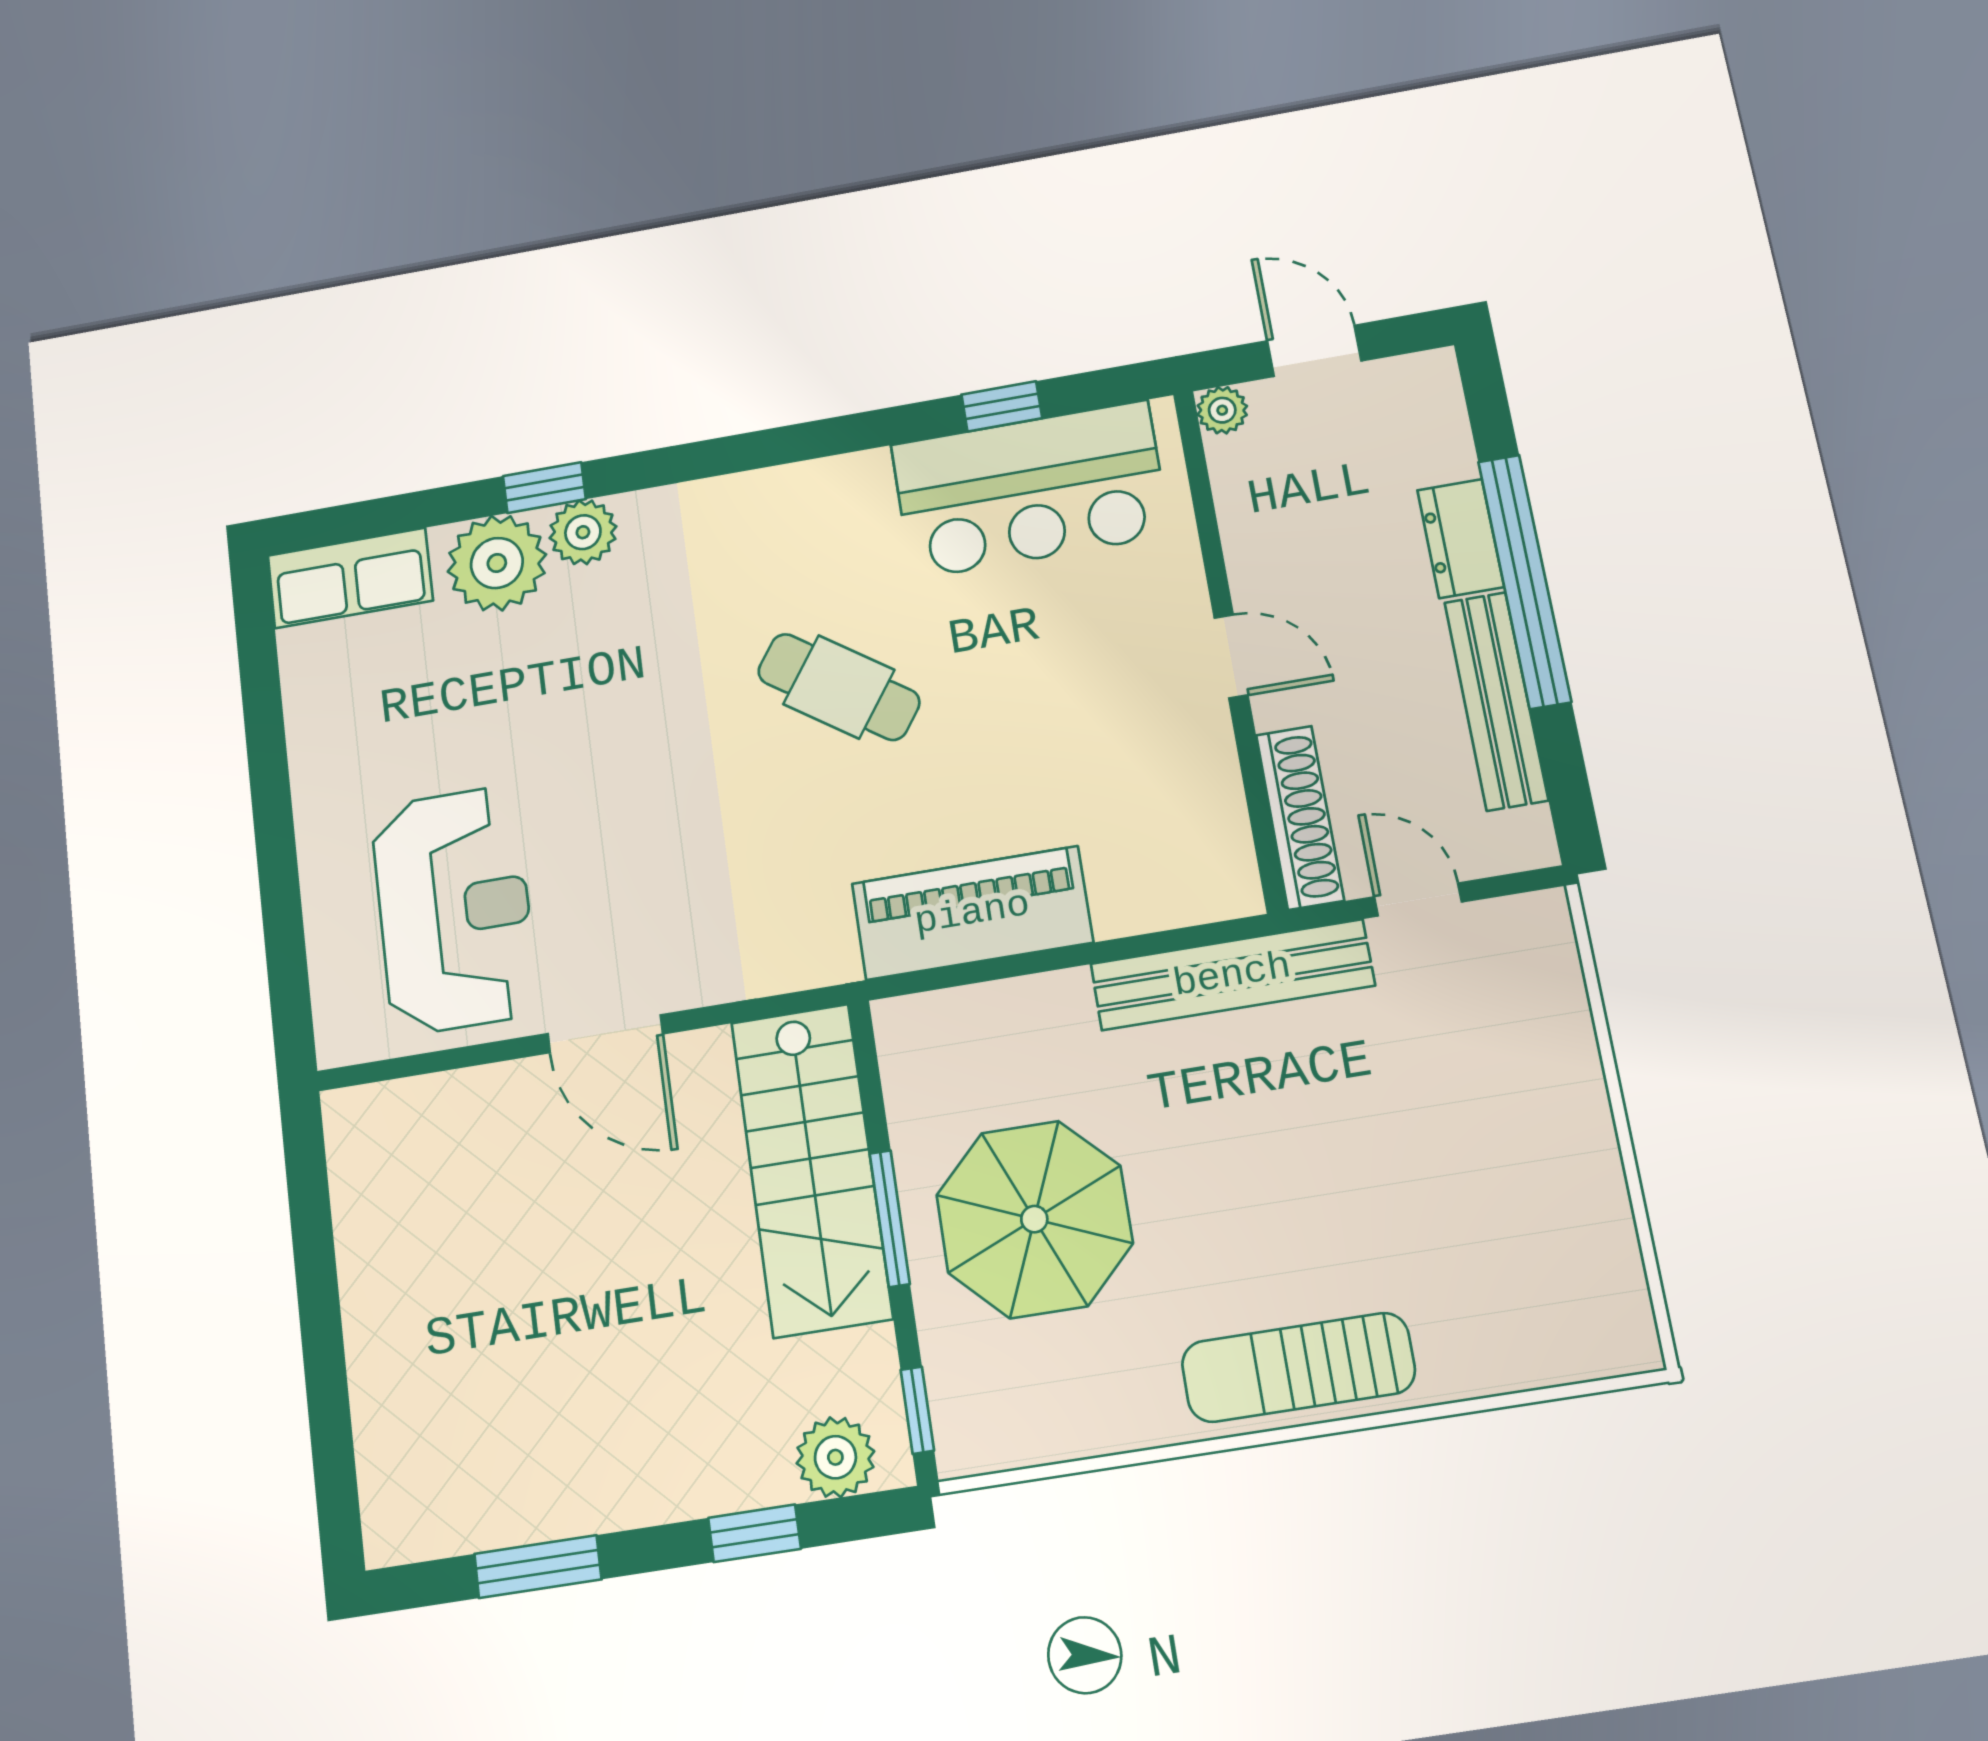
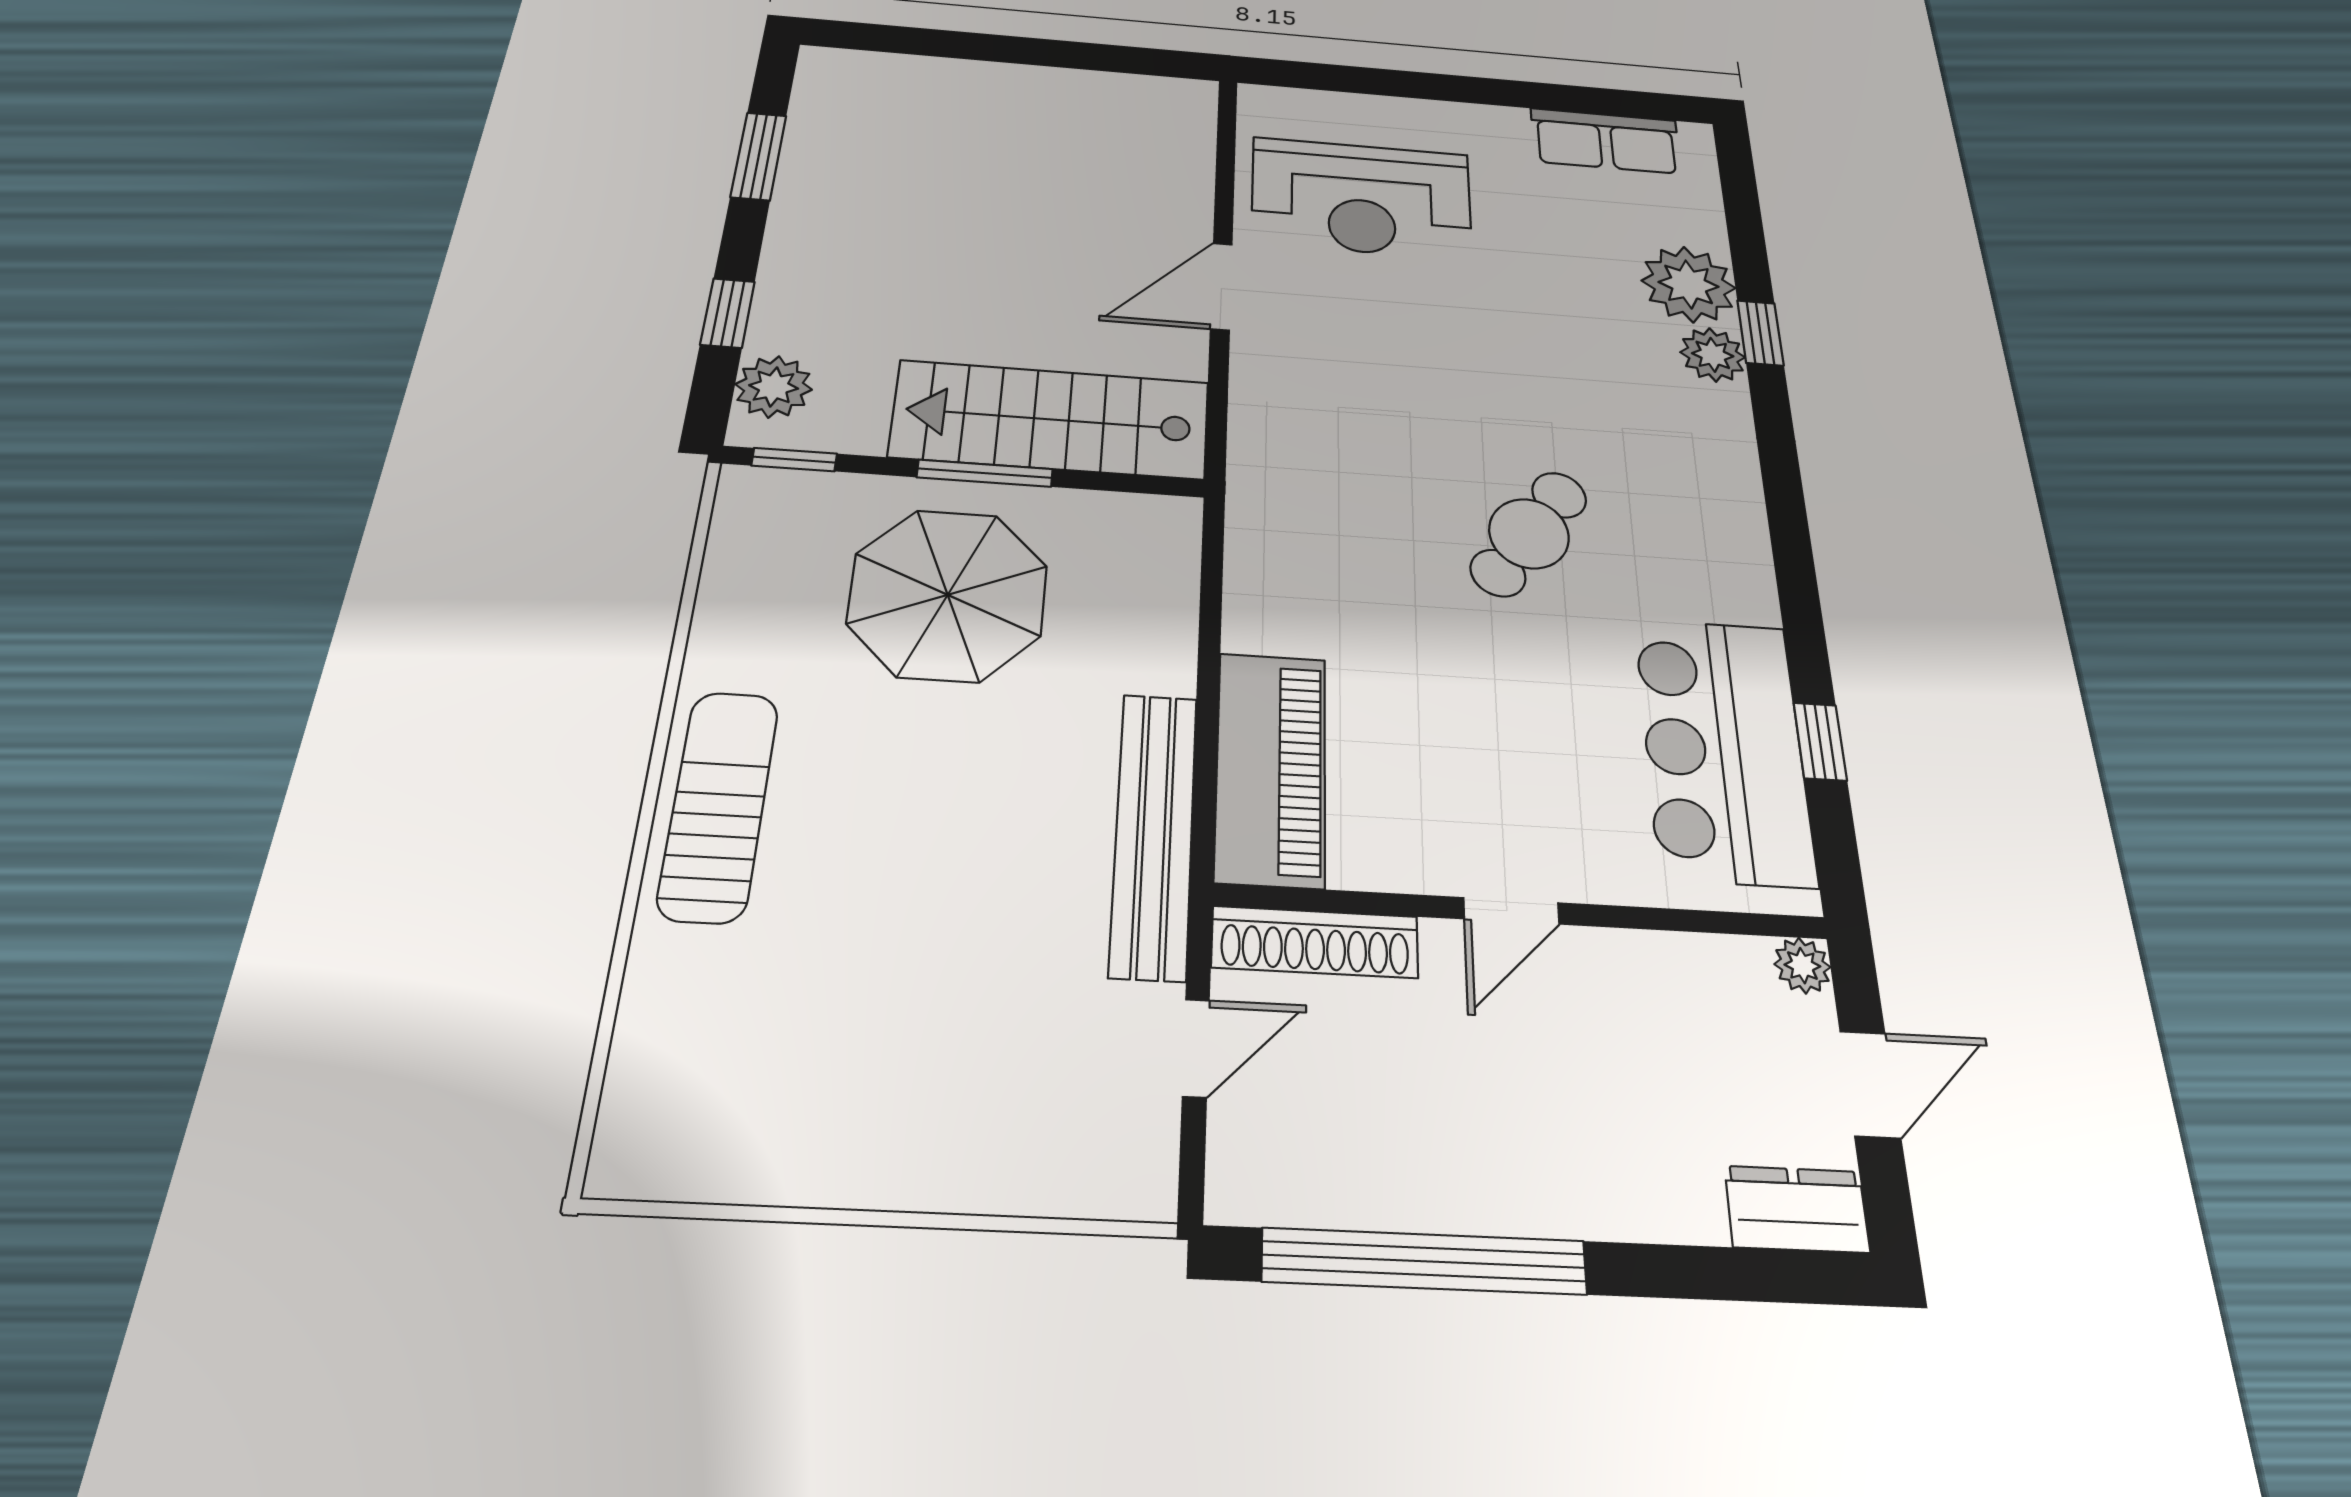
dresser: (1461, 539) -> (1797, 1209), moved
row of seats: (350, 578) -> (1606, 141), moved, turned -90
window: (1524, 581) -> (1425, 1261), moved
bench: (1496, 701) -> (1417, 1196), removed
piano: (972, 913) -> (1271, 768), moved

